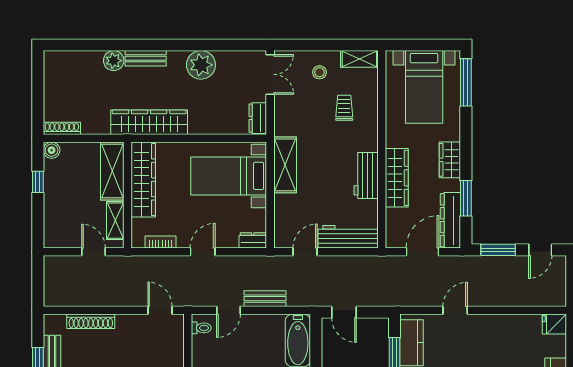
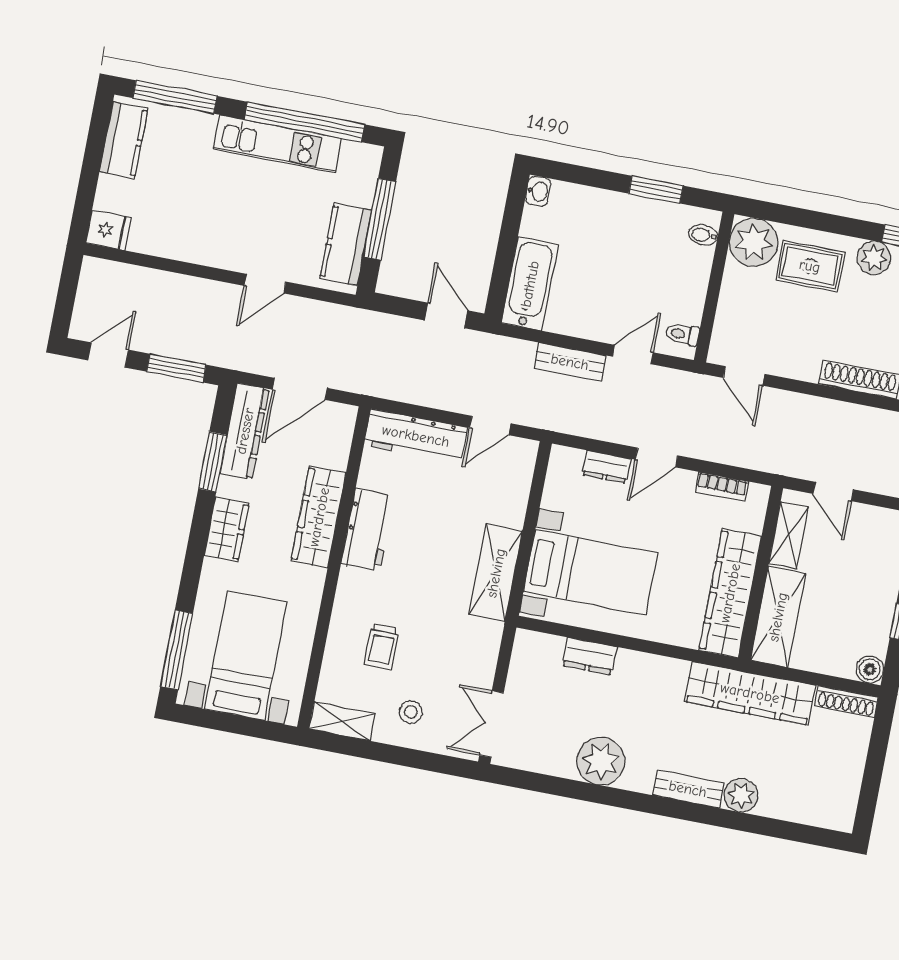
dresser: (258, 118) -> (589, 656), moved, turned 90
wardrobe: (149, 122) -> (750, 693), moved
dresser: (253, 240) -> (606, 467), moved

